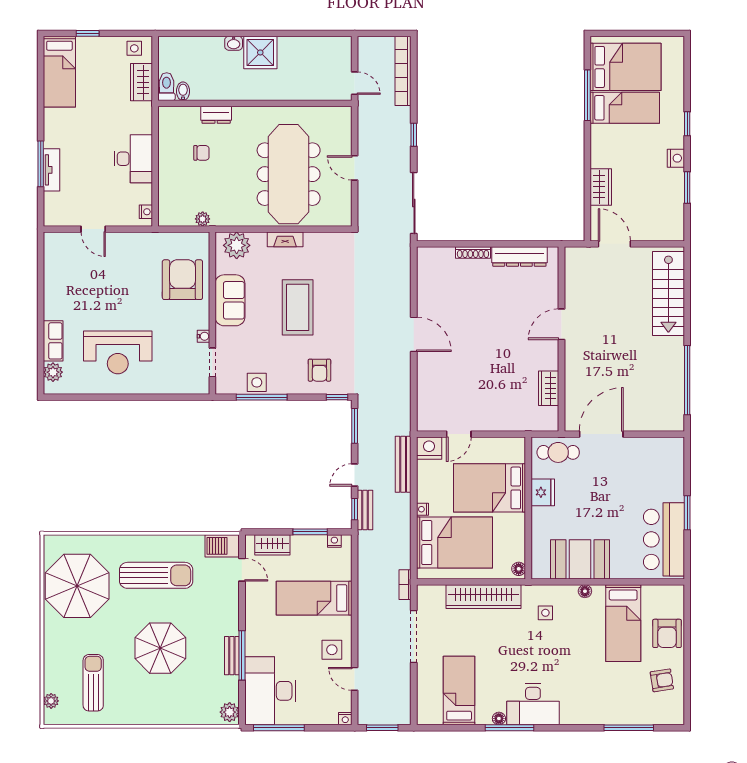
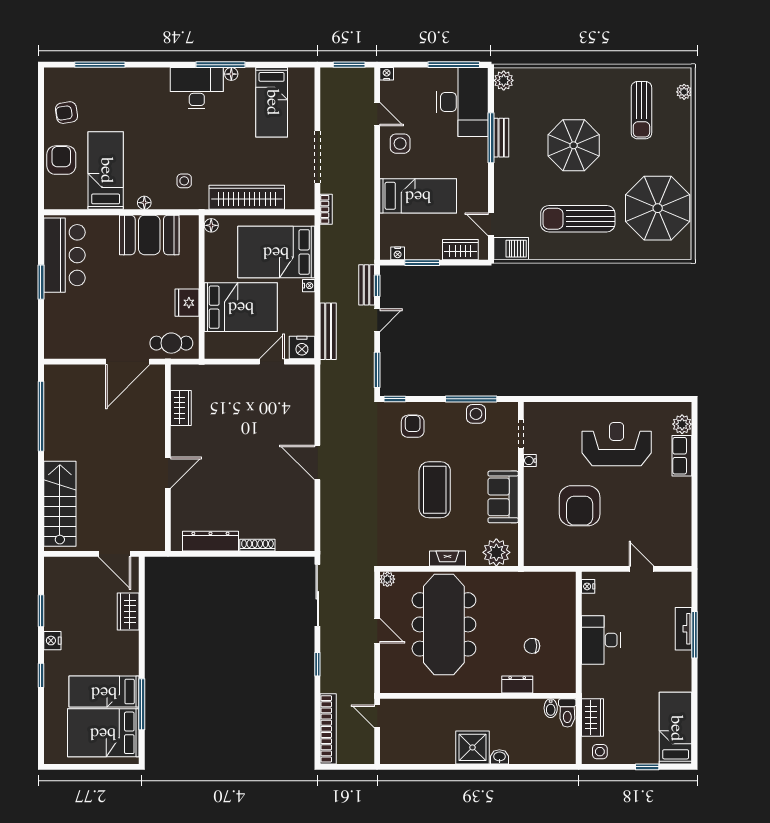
plant: (203, 219) -> (387, 579), moved
armchair: (182, 280) -> (580, 506), moved

